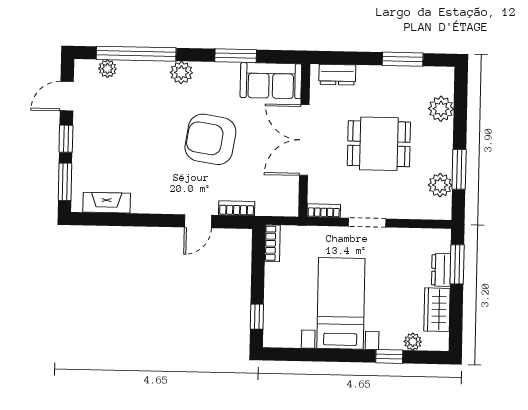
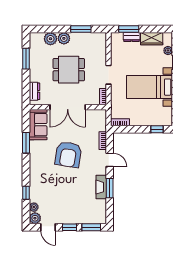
window: (136, 54) -> (26, 193), width x0.32
plant: (181, 73) -> (35, 218), moved
dining table: (379, 144) -> (69, 70), turned 90
plant: (440, 185) -> (64, 38), moved
fireplace: (107, 203) -> (101, 187), moved
window: (142, 220) -> (110, 188), added

